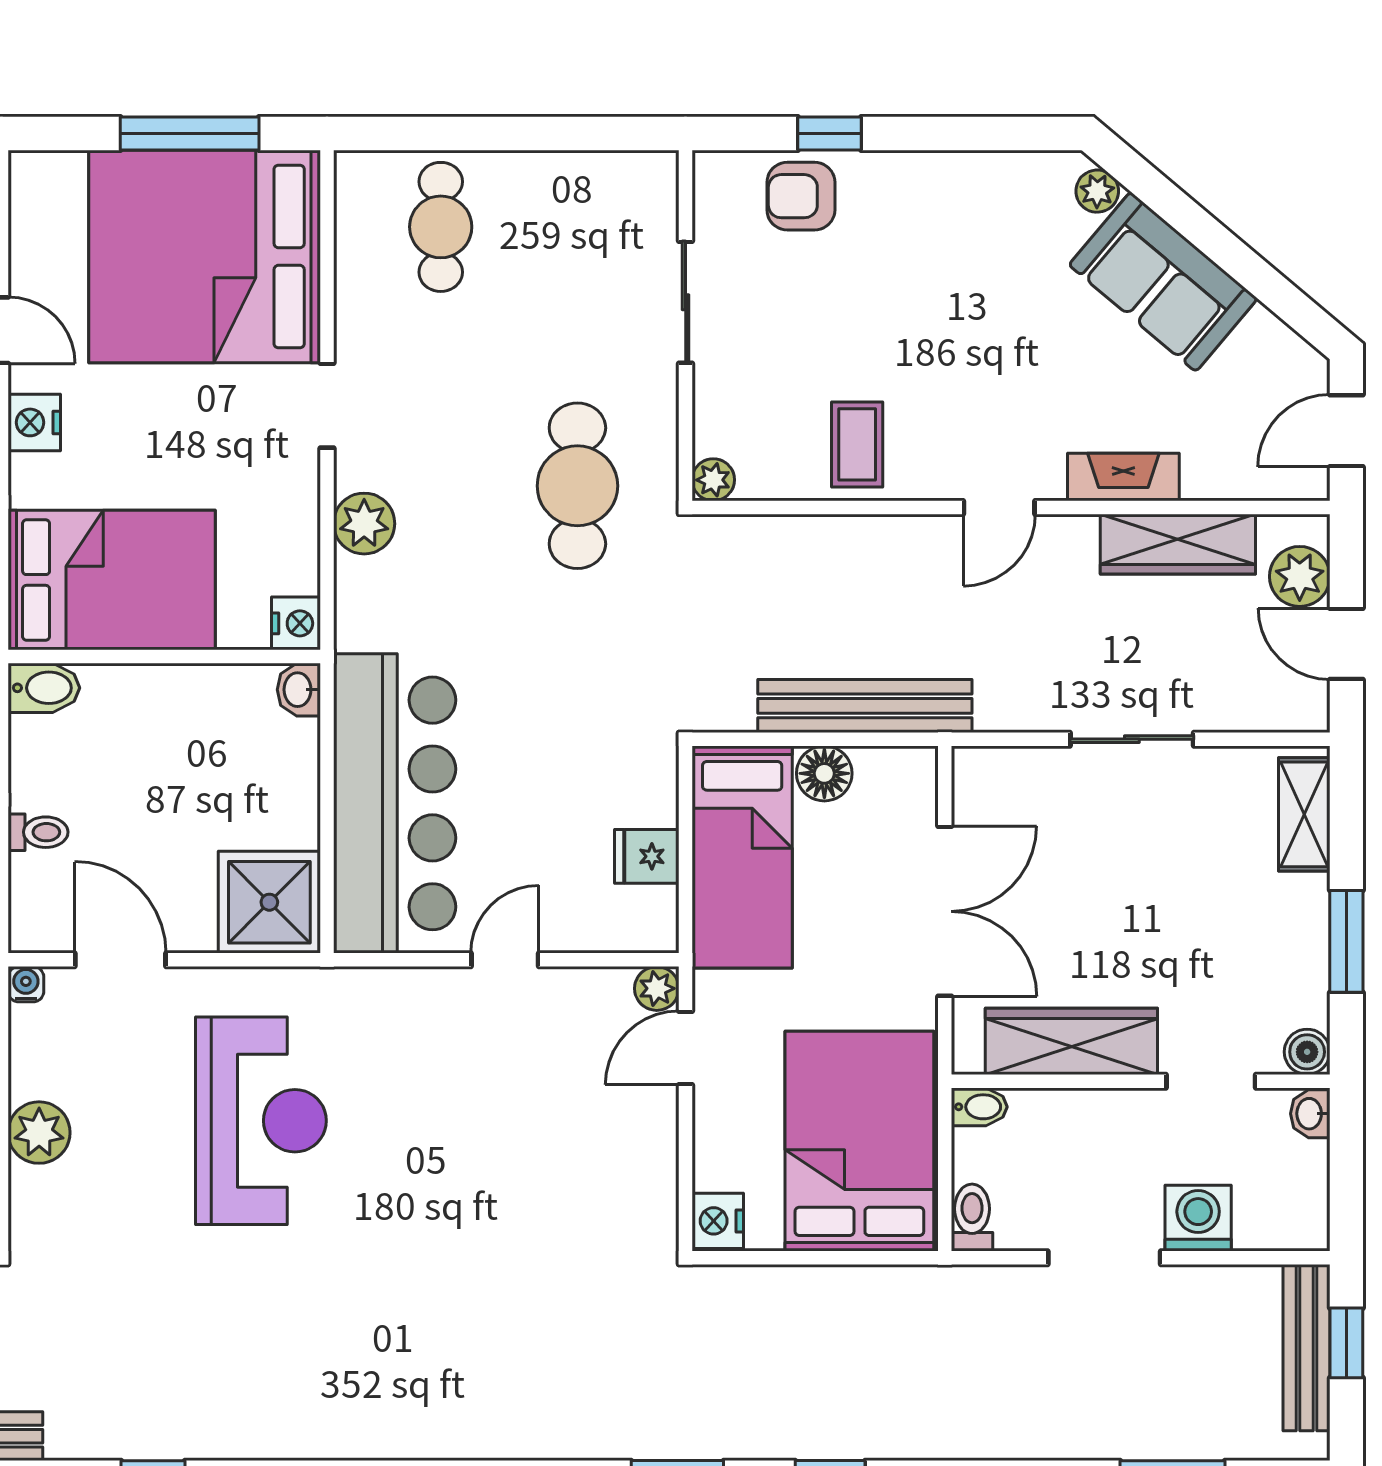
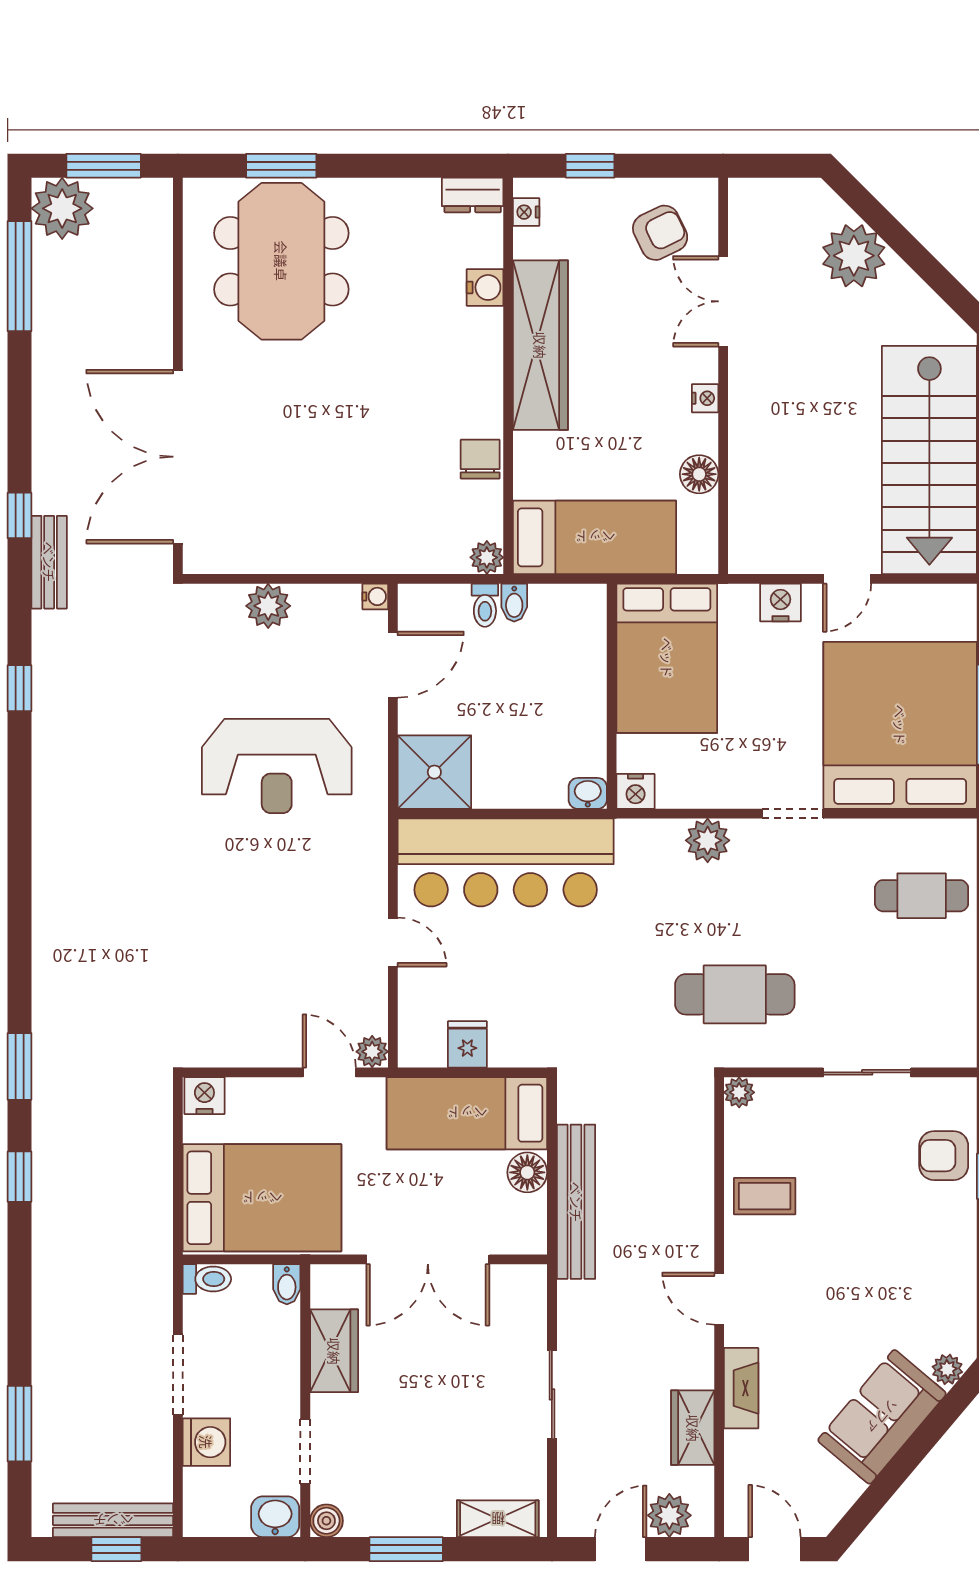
armchair: (801, 196) -> (944, 1156), turned -90
wardrobe: (1178, 544) -> (693, 1428), width x0.67
bidet: (44, 688) -> (514, 603), moved, width x0.72, depth x0.74
wardrobe: (1071, 1041) -> (334, 1351), width x0.67
washbasin: (1310, 1114) -> (275, 1517), width x1.38, depth x1.45

